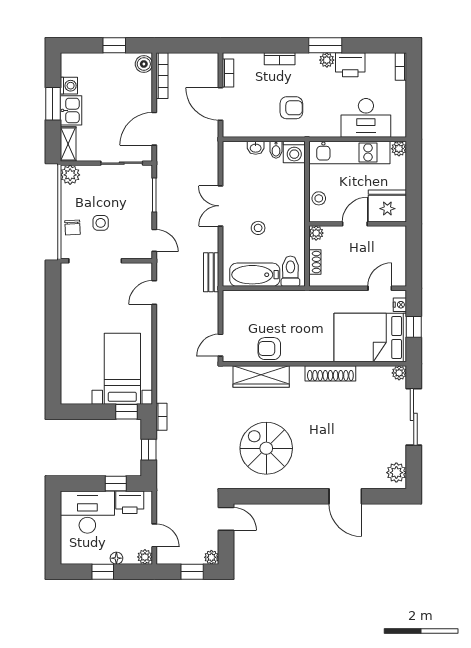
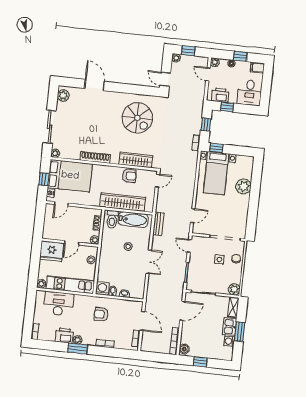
wardrobe: (276, 302) -> (123, 202), added
plant: (73, 351) -> (244, 186), added
desk: (87, 512) -> (250, 93), width x0.73
filing cabinet: (72, 556) -> (257, 68), added

